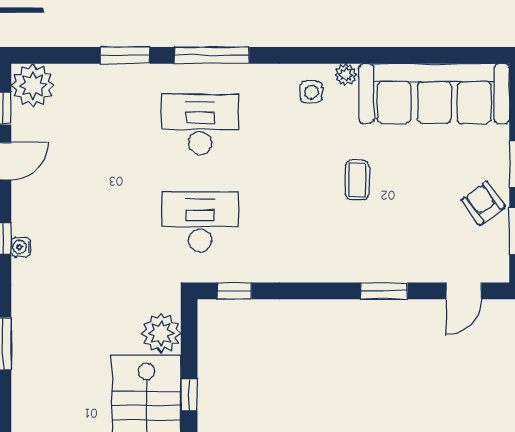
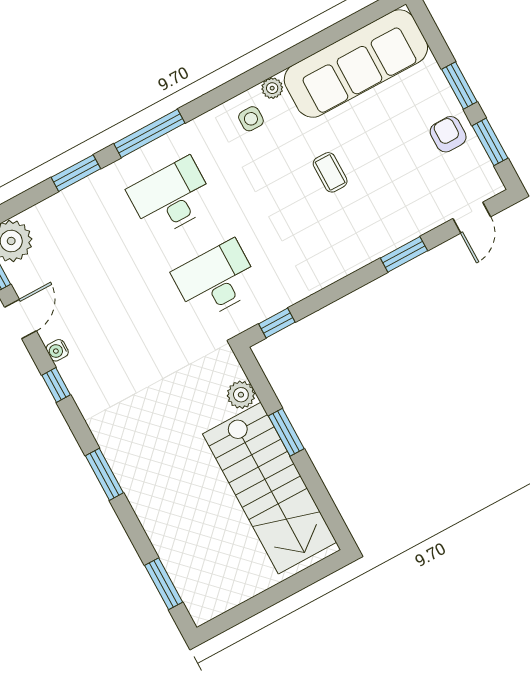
armchair: (483, 203) -> (448, 134), turned 36
water cooler: (21, 247) -> (57, 350), moved
plant: (161, 333) -> (241, 395), width x0.73, depth x0.73
window: (189, 395) -> (286, 432), width x1.50

